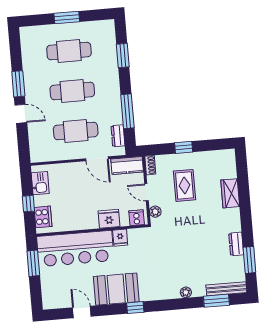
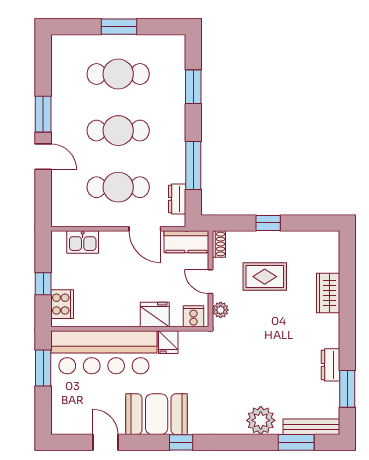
kitchen sink: (40, 183) -> (83, 242), moved, turned 90
rug: (184, 185) -> (265, 277), turned 90
plant: (186, 292) -> (261, 420), width x1.88, depth x1.88

